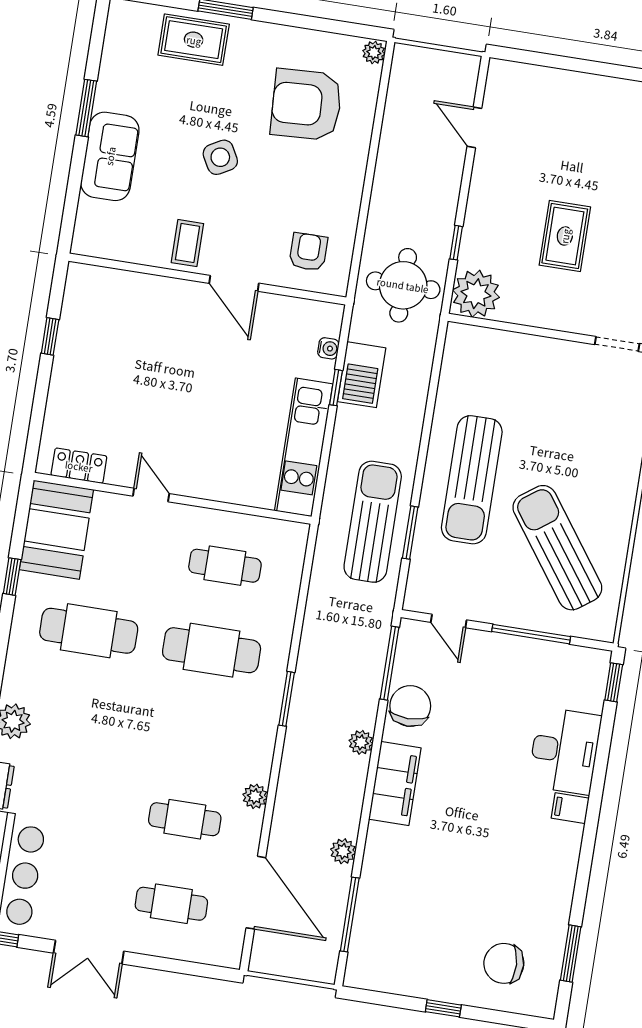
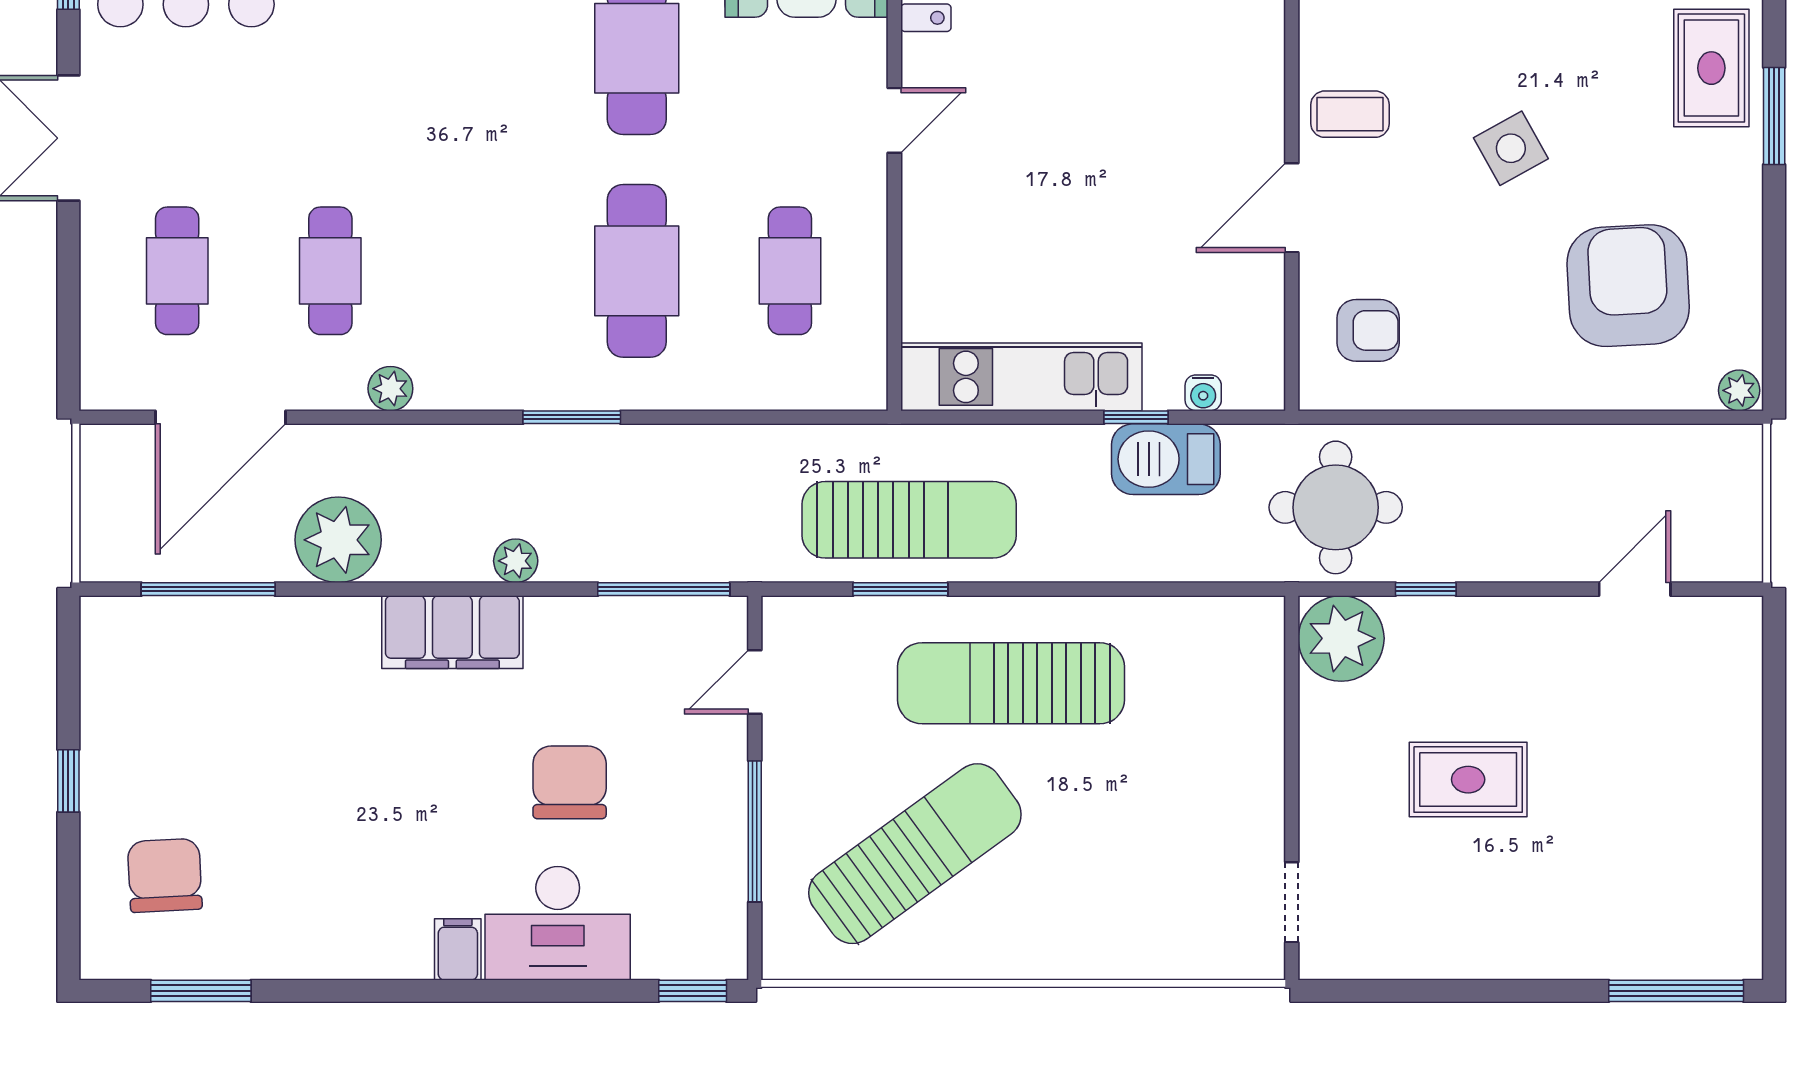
chair: (410, 706) -> (570, 782), moved, turned -90
plant: (343, 851) -> (338, 540), width x1.87, depth x1.87

